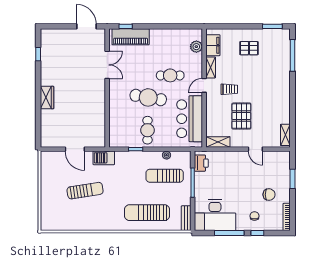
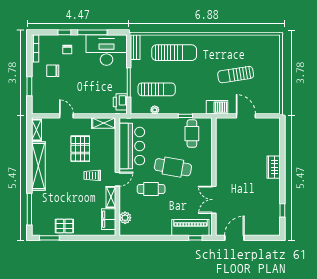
door: (86, 26) -> (234, 238), swing flipped
pallet: (249, 48) -> (64, 226), moved
shelving: (284, 99) -> (38, 166), added
cafe table: (147, 130) -> (192, 134), moved

